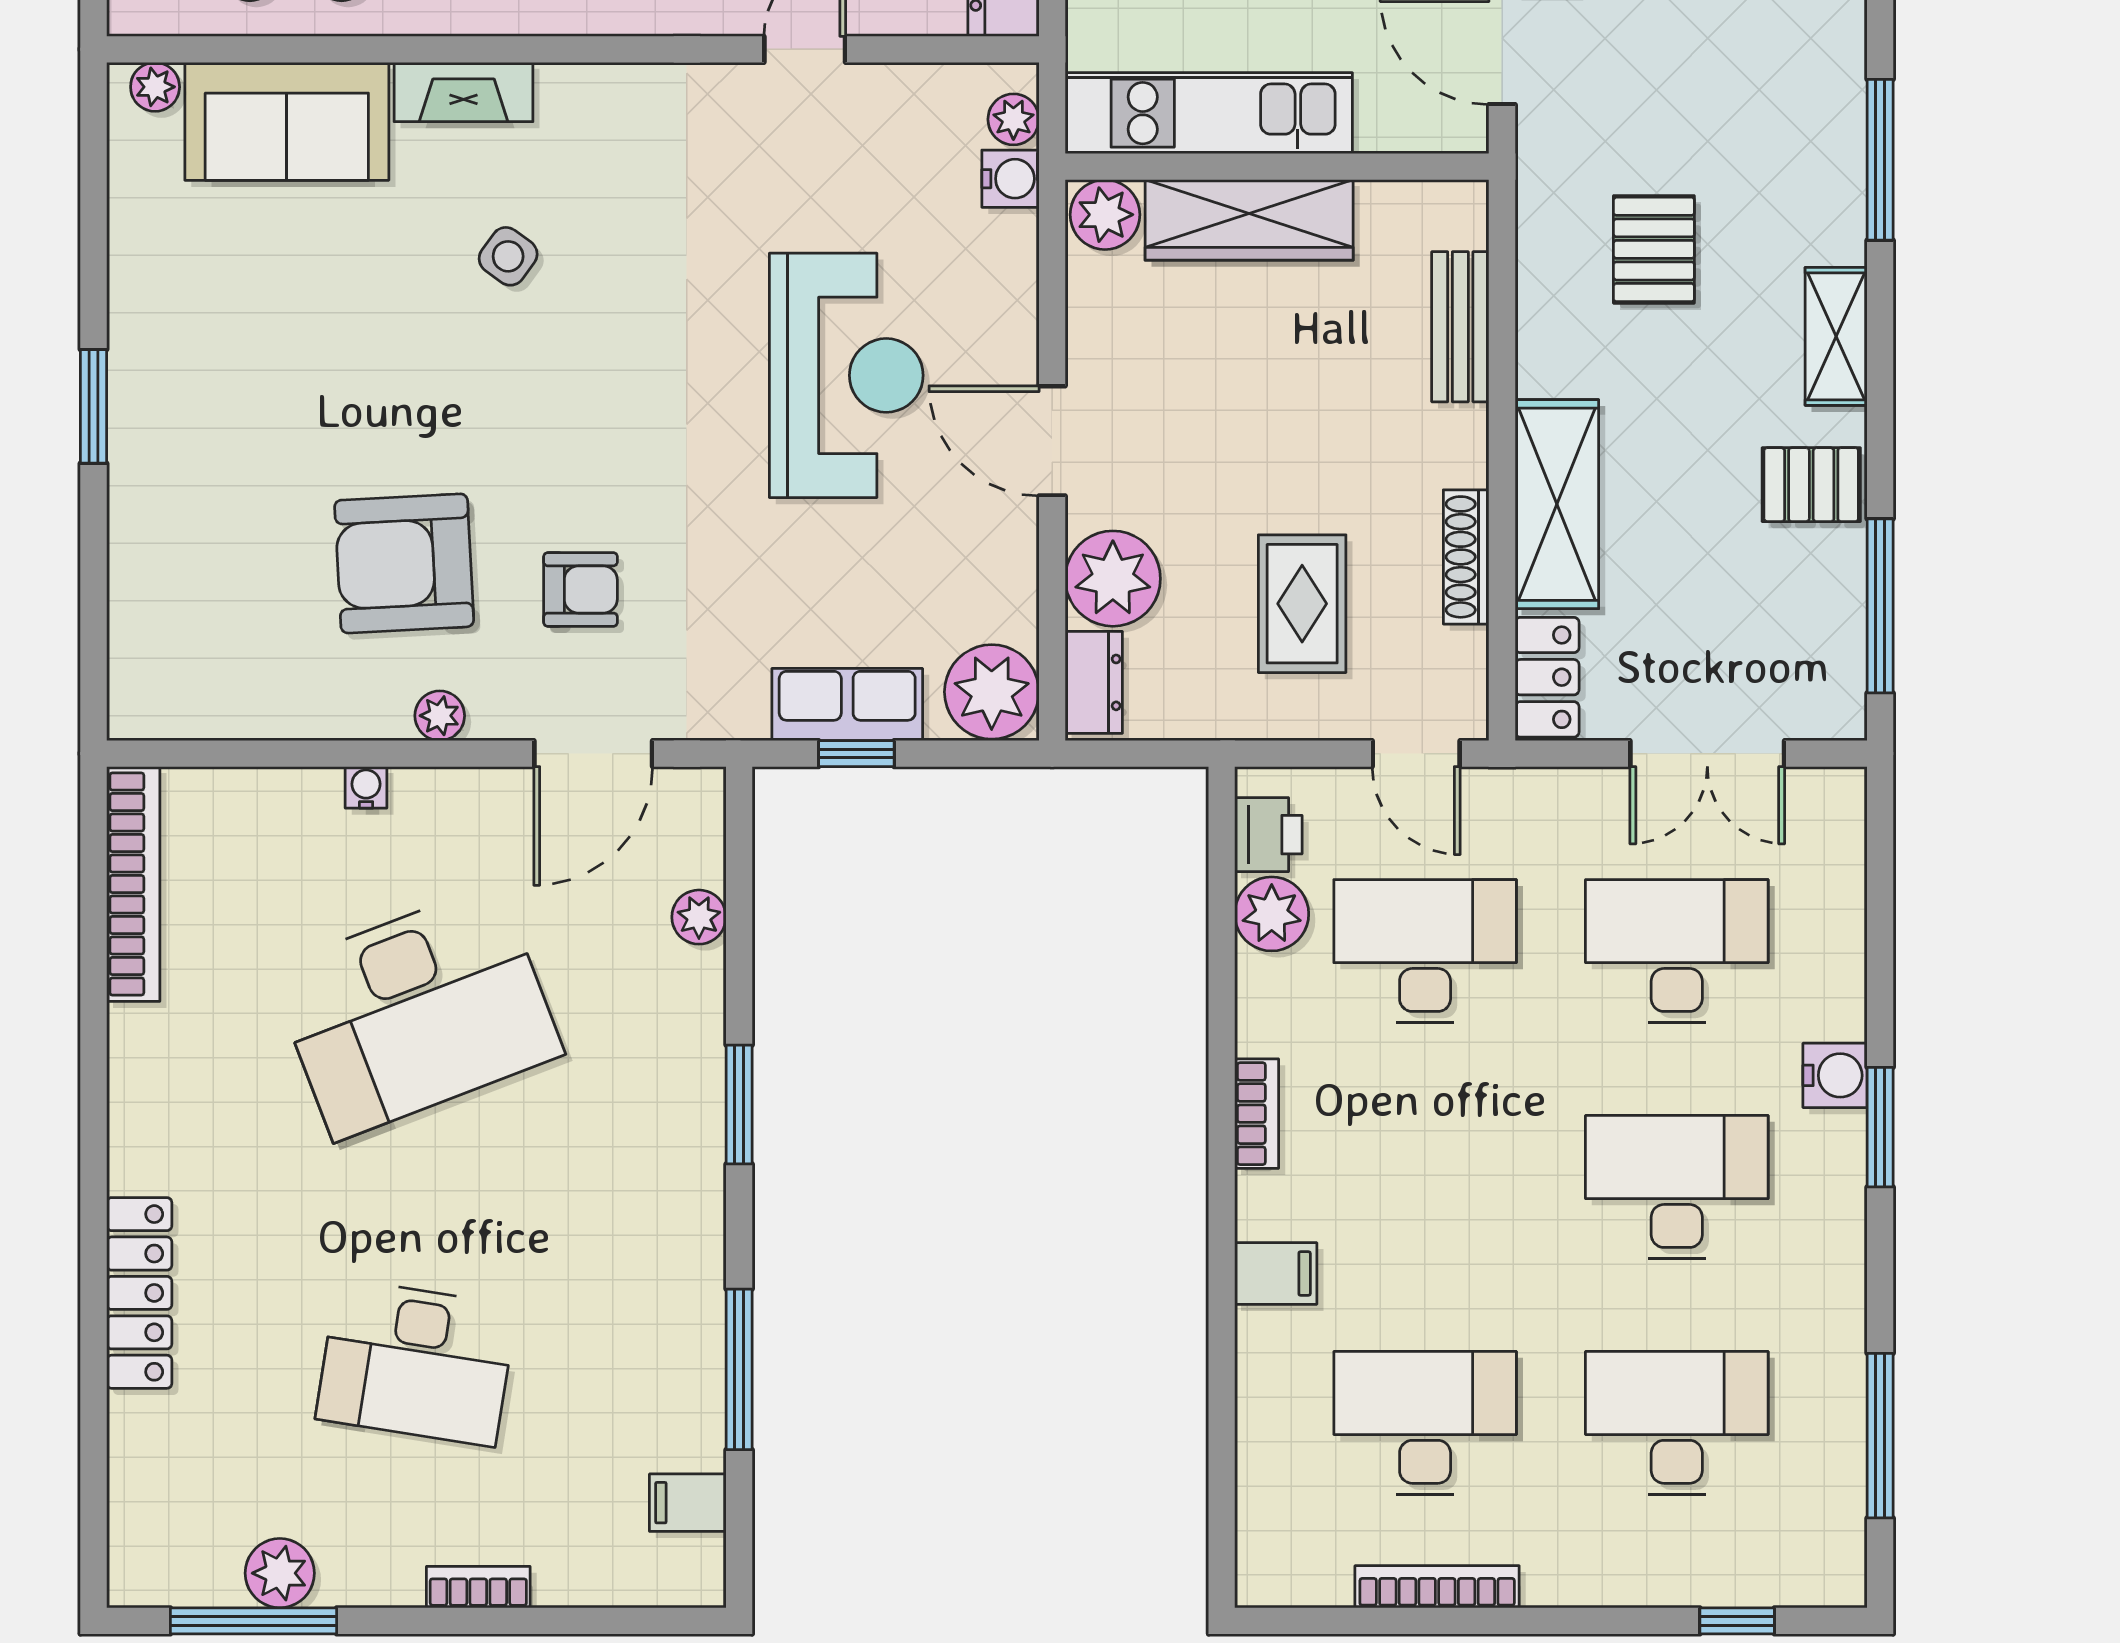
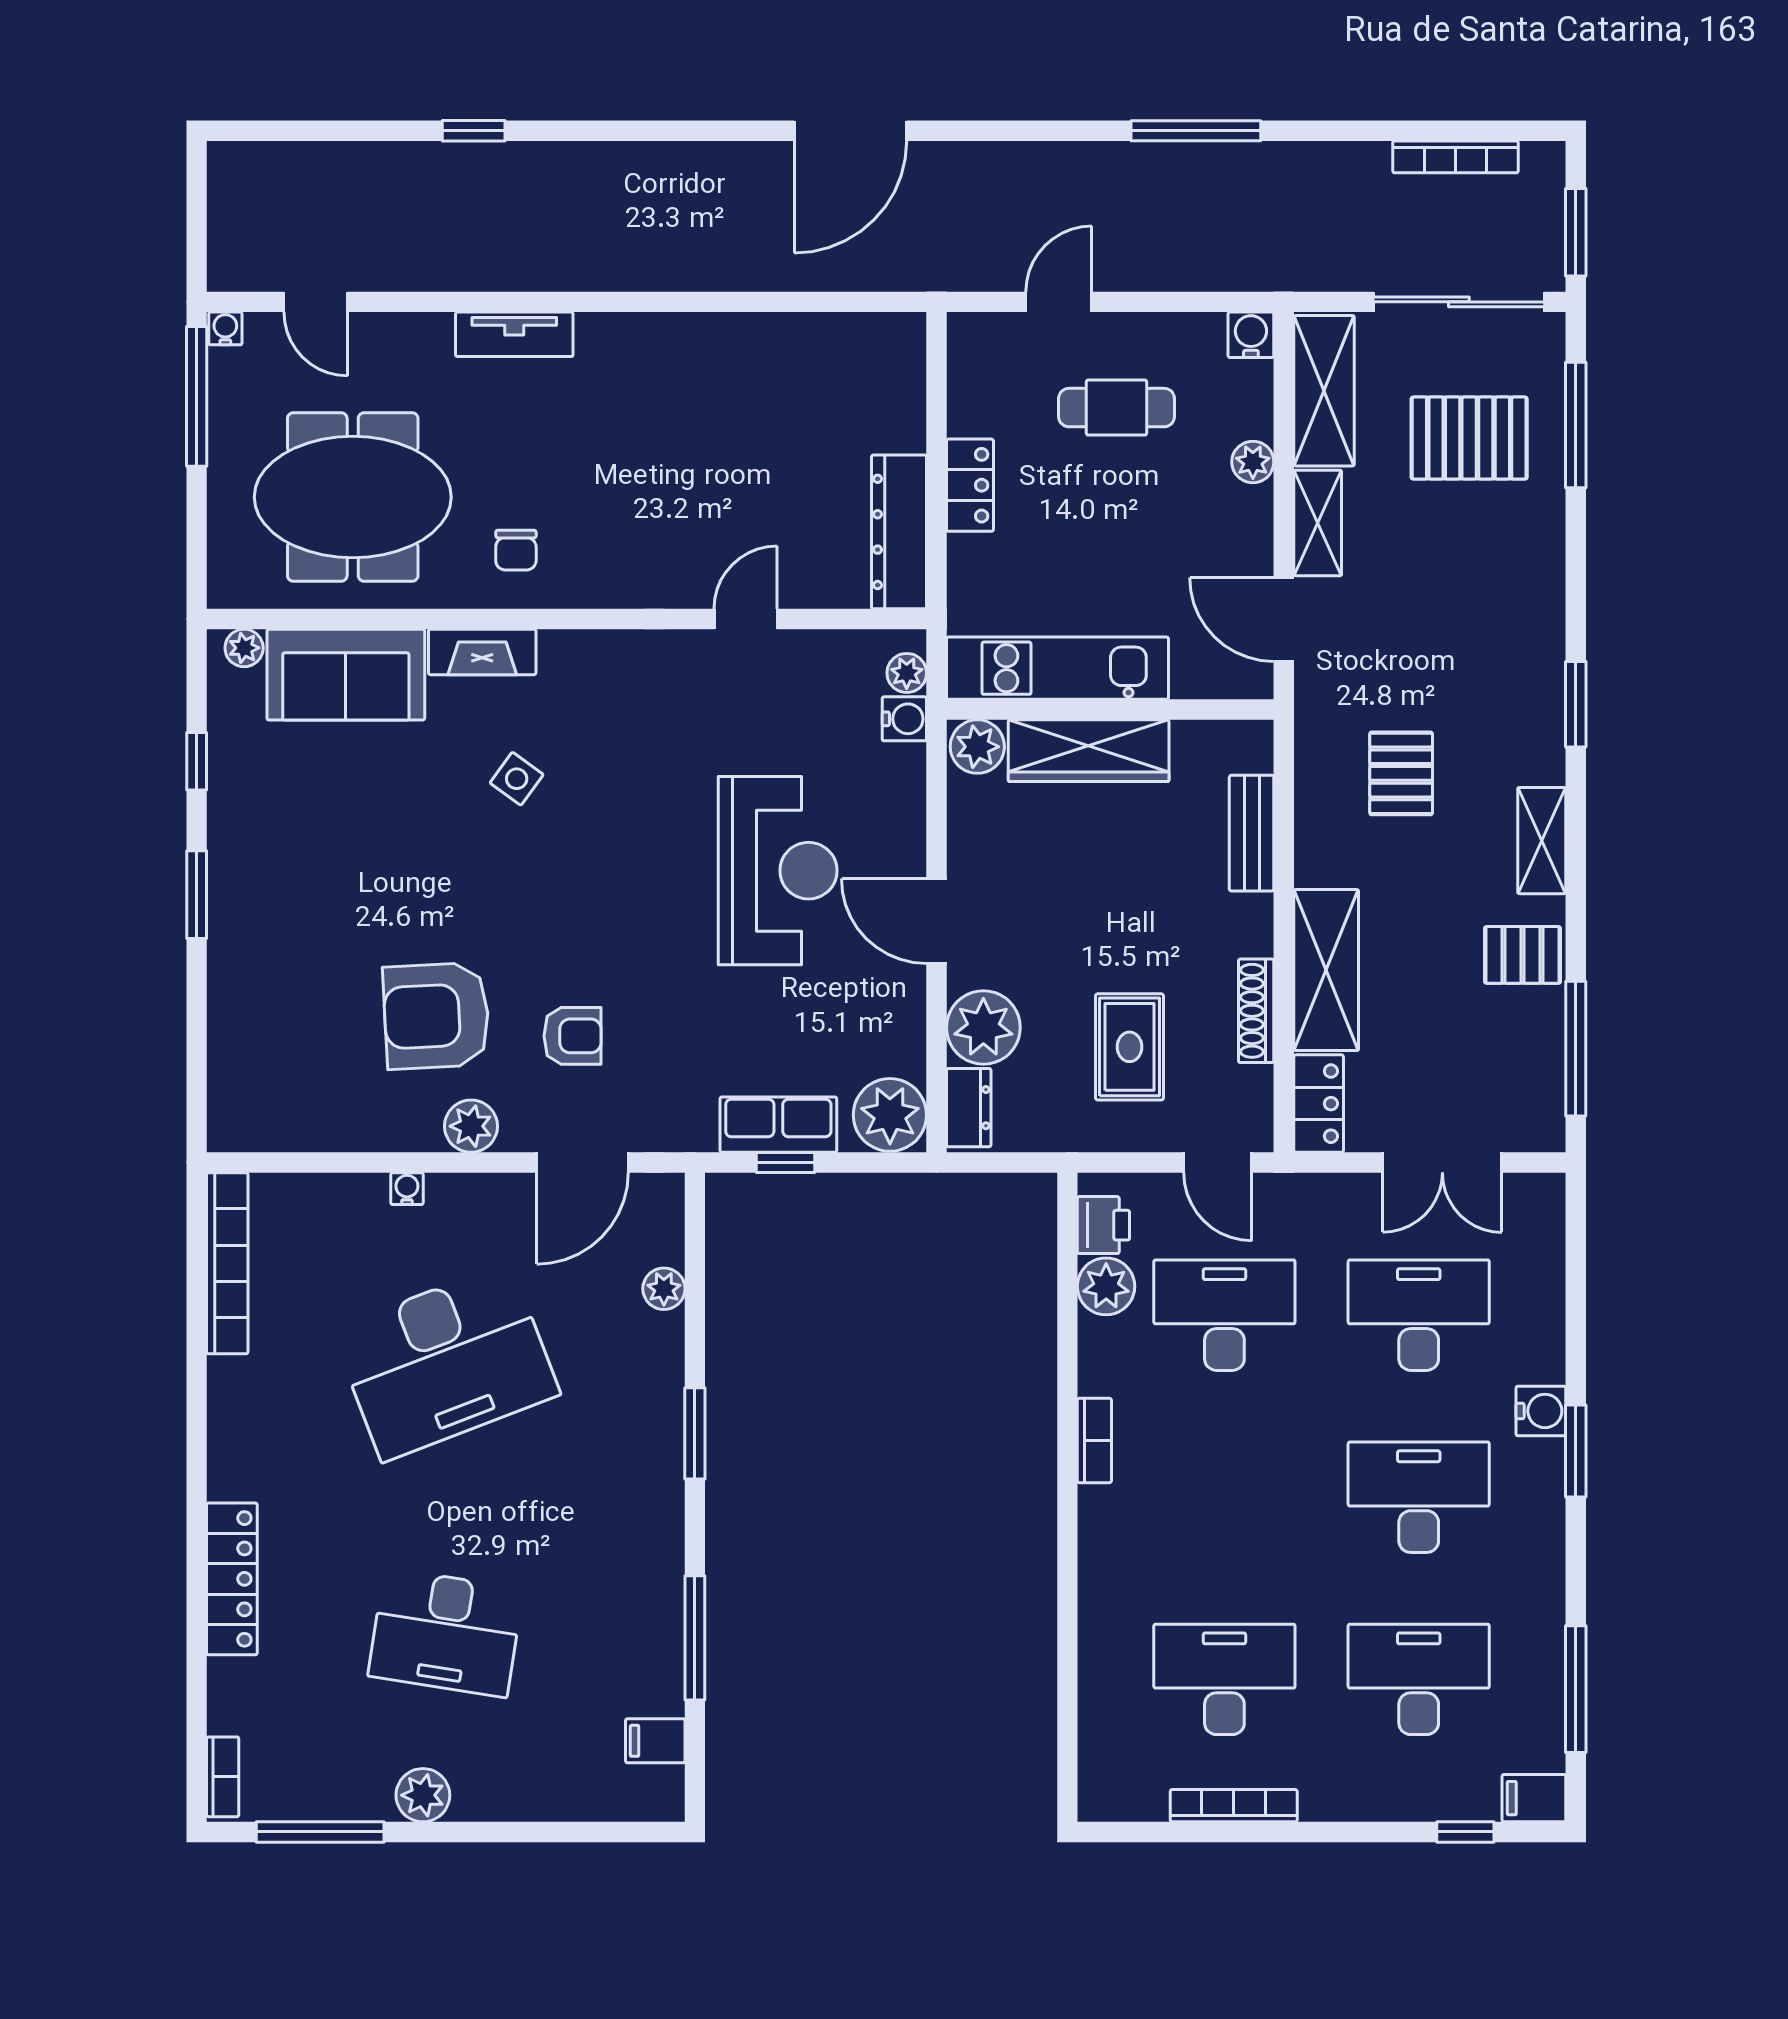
window: (1880, 160) -> (1576, 704), width x0.69
window: (94, 234) -> (197, 761), added
plant: (440, 716) -> (471, 1126), width x1.38, depth x1.38
filing cabinet: (1276, 1273) -> (1534, 1798), moved, turned 180
plant: (280, 1573) -> (423, 1795), moved
bookcase: (478, 1587) -> (223, 1777), moved, turned 90

